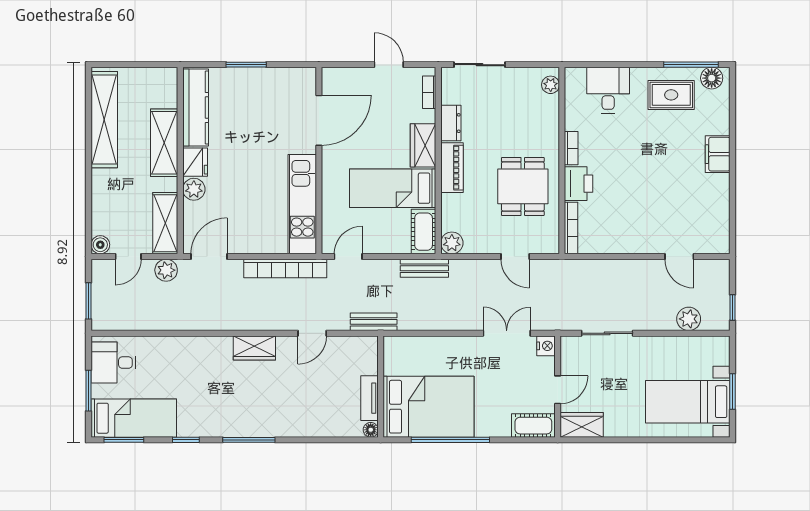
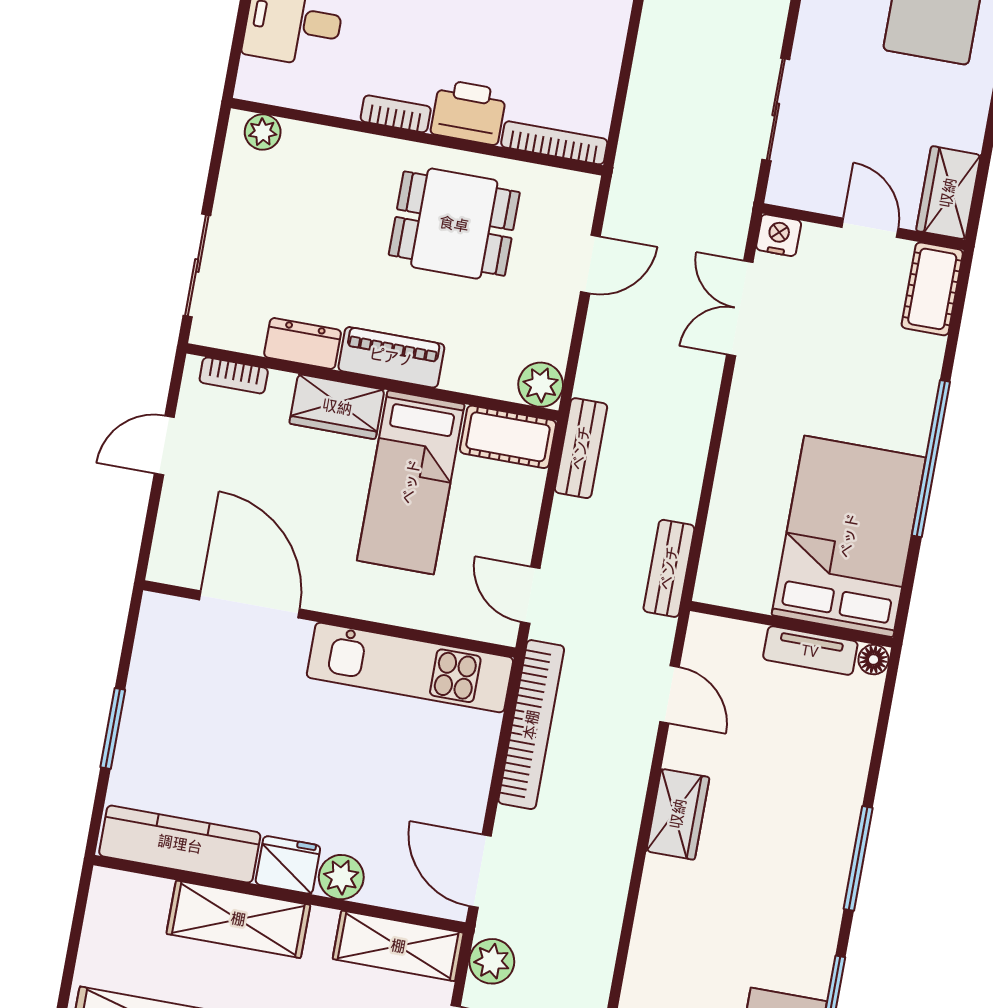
wall: (381, 387) -> (792, 624), moved
tv unit: (370, 398) -> (810, 651), moved
bed: (429, 407) -> (849, 536), moved
floor lamp: (371, 430) -> (874, 660), moved

